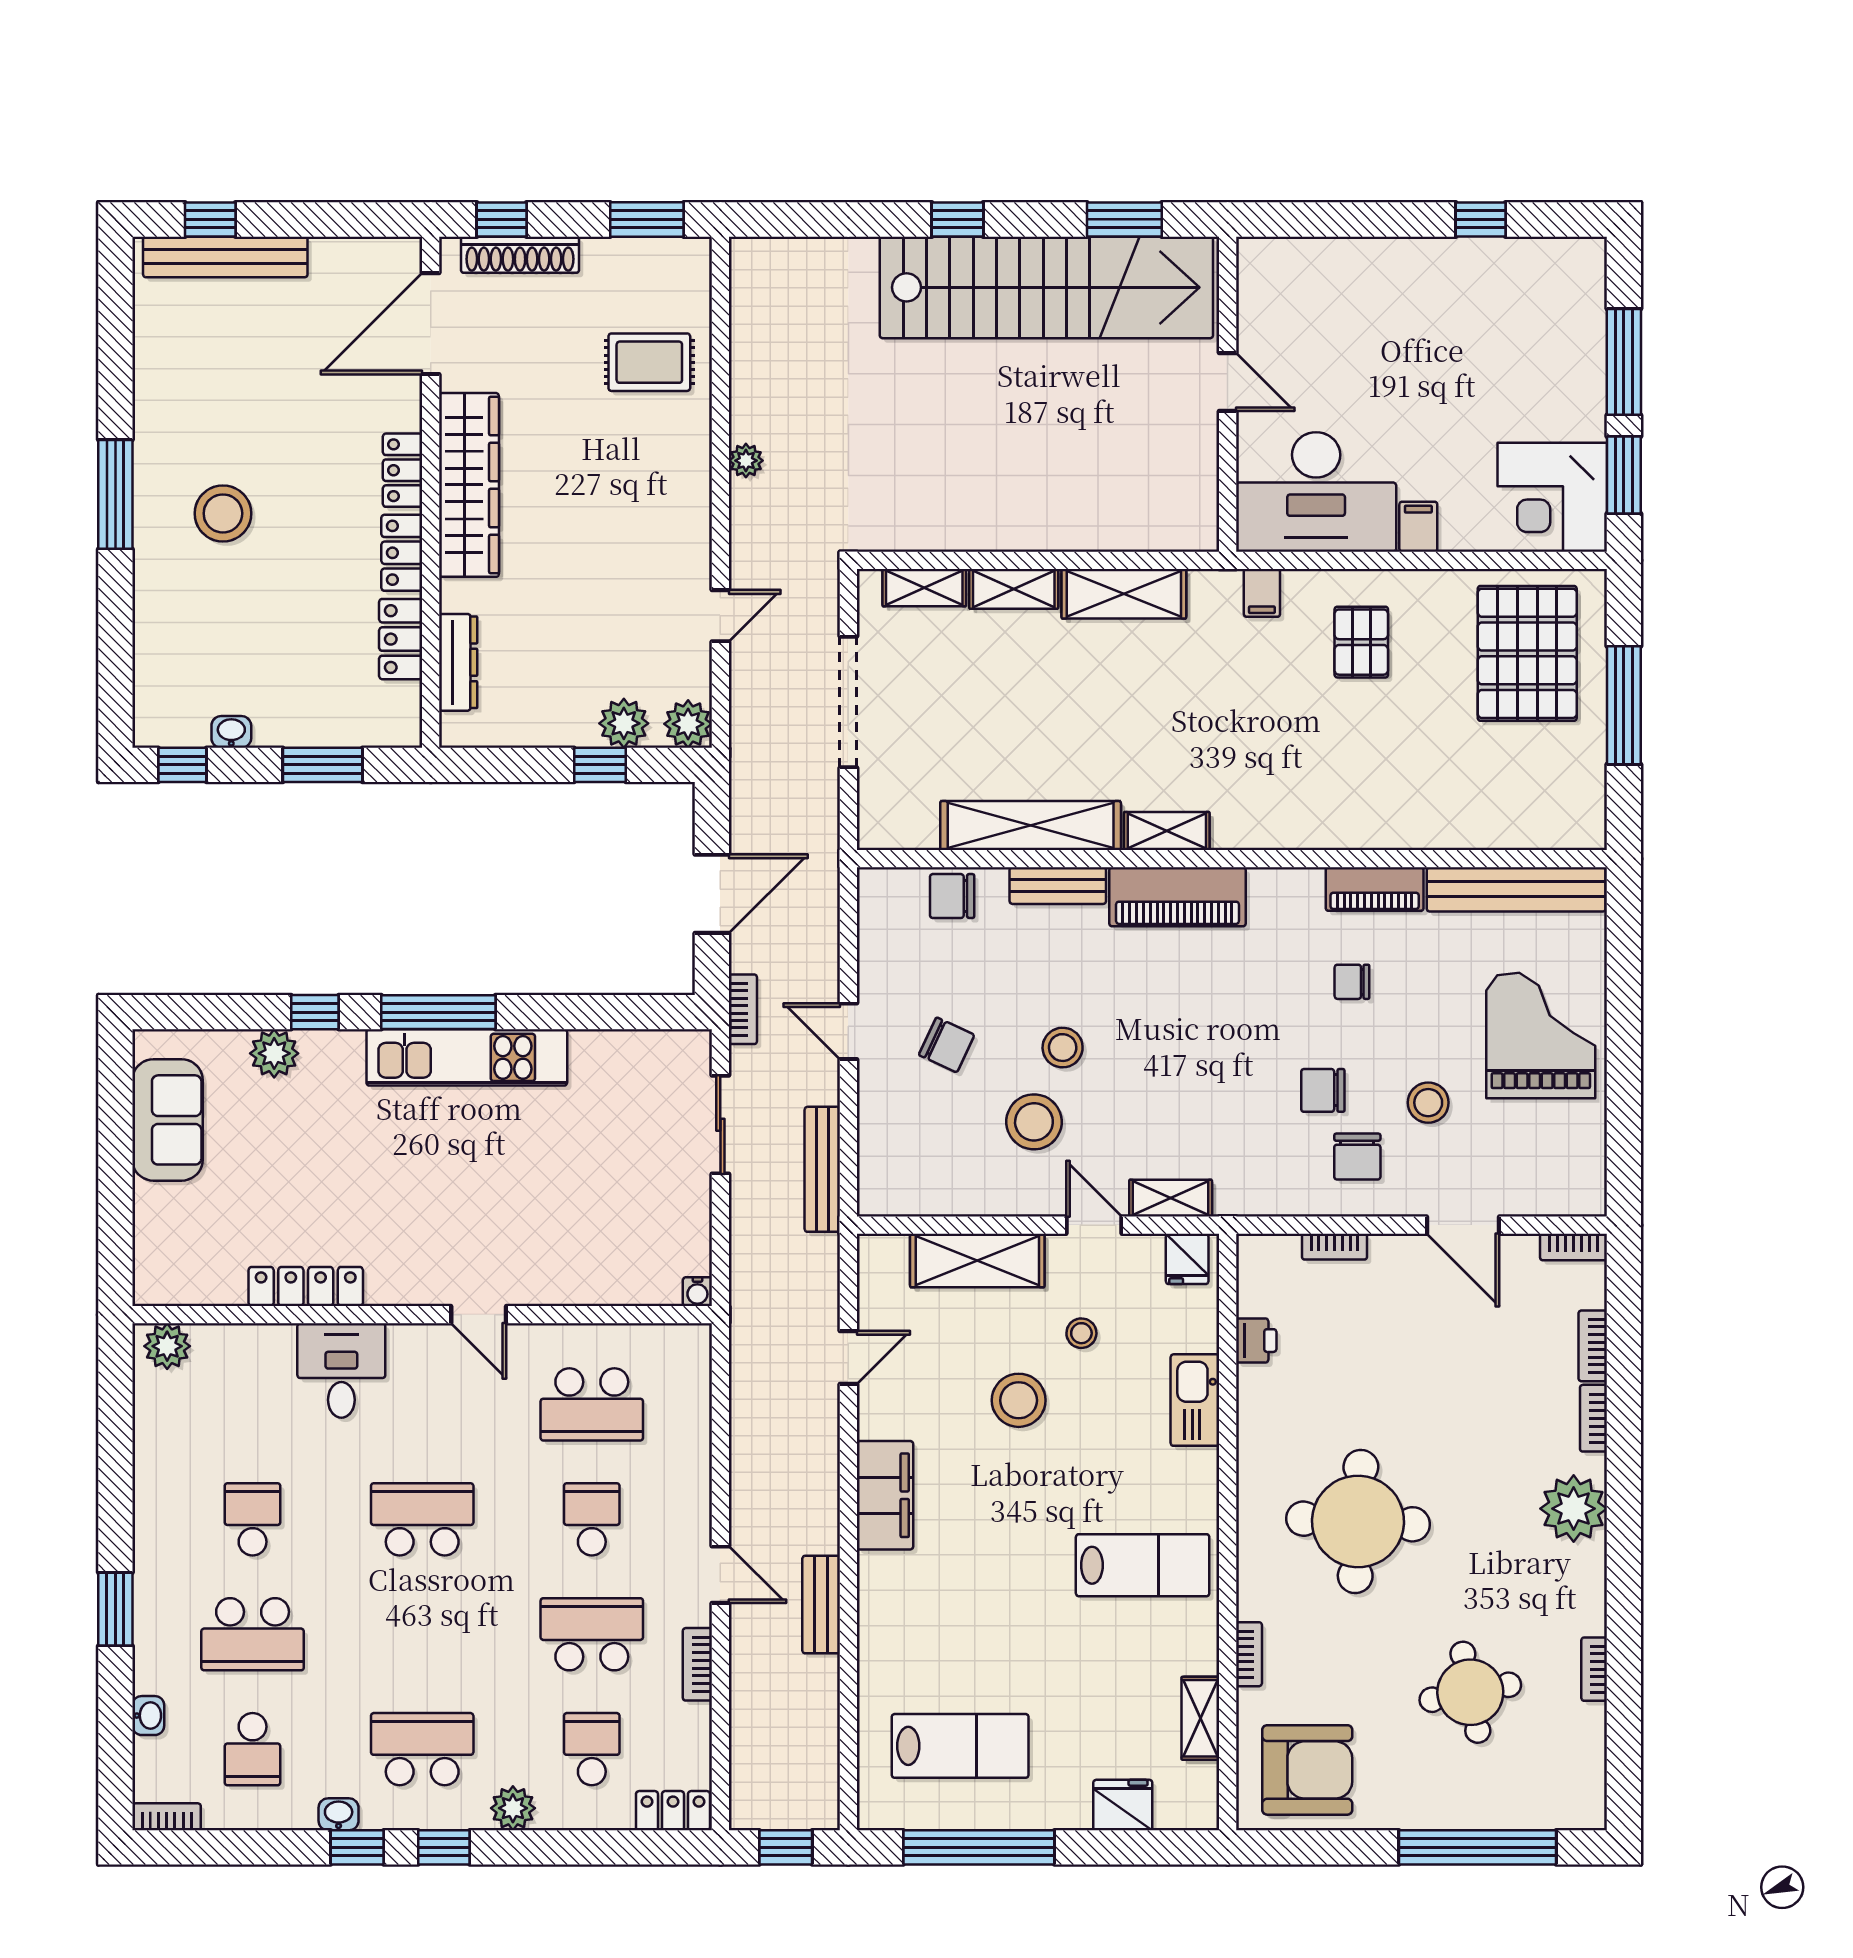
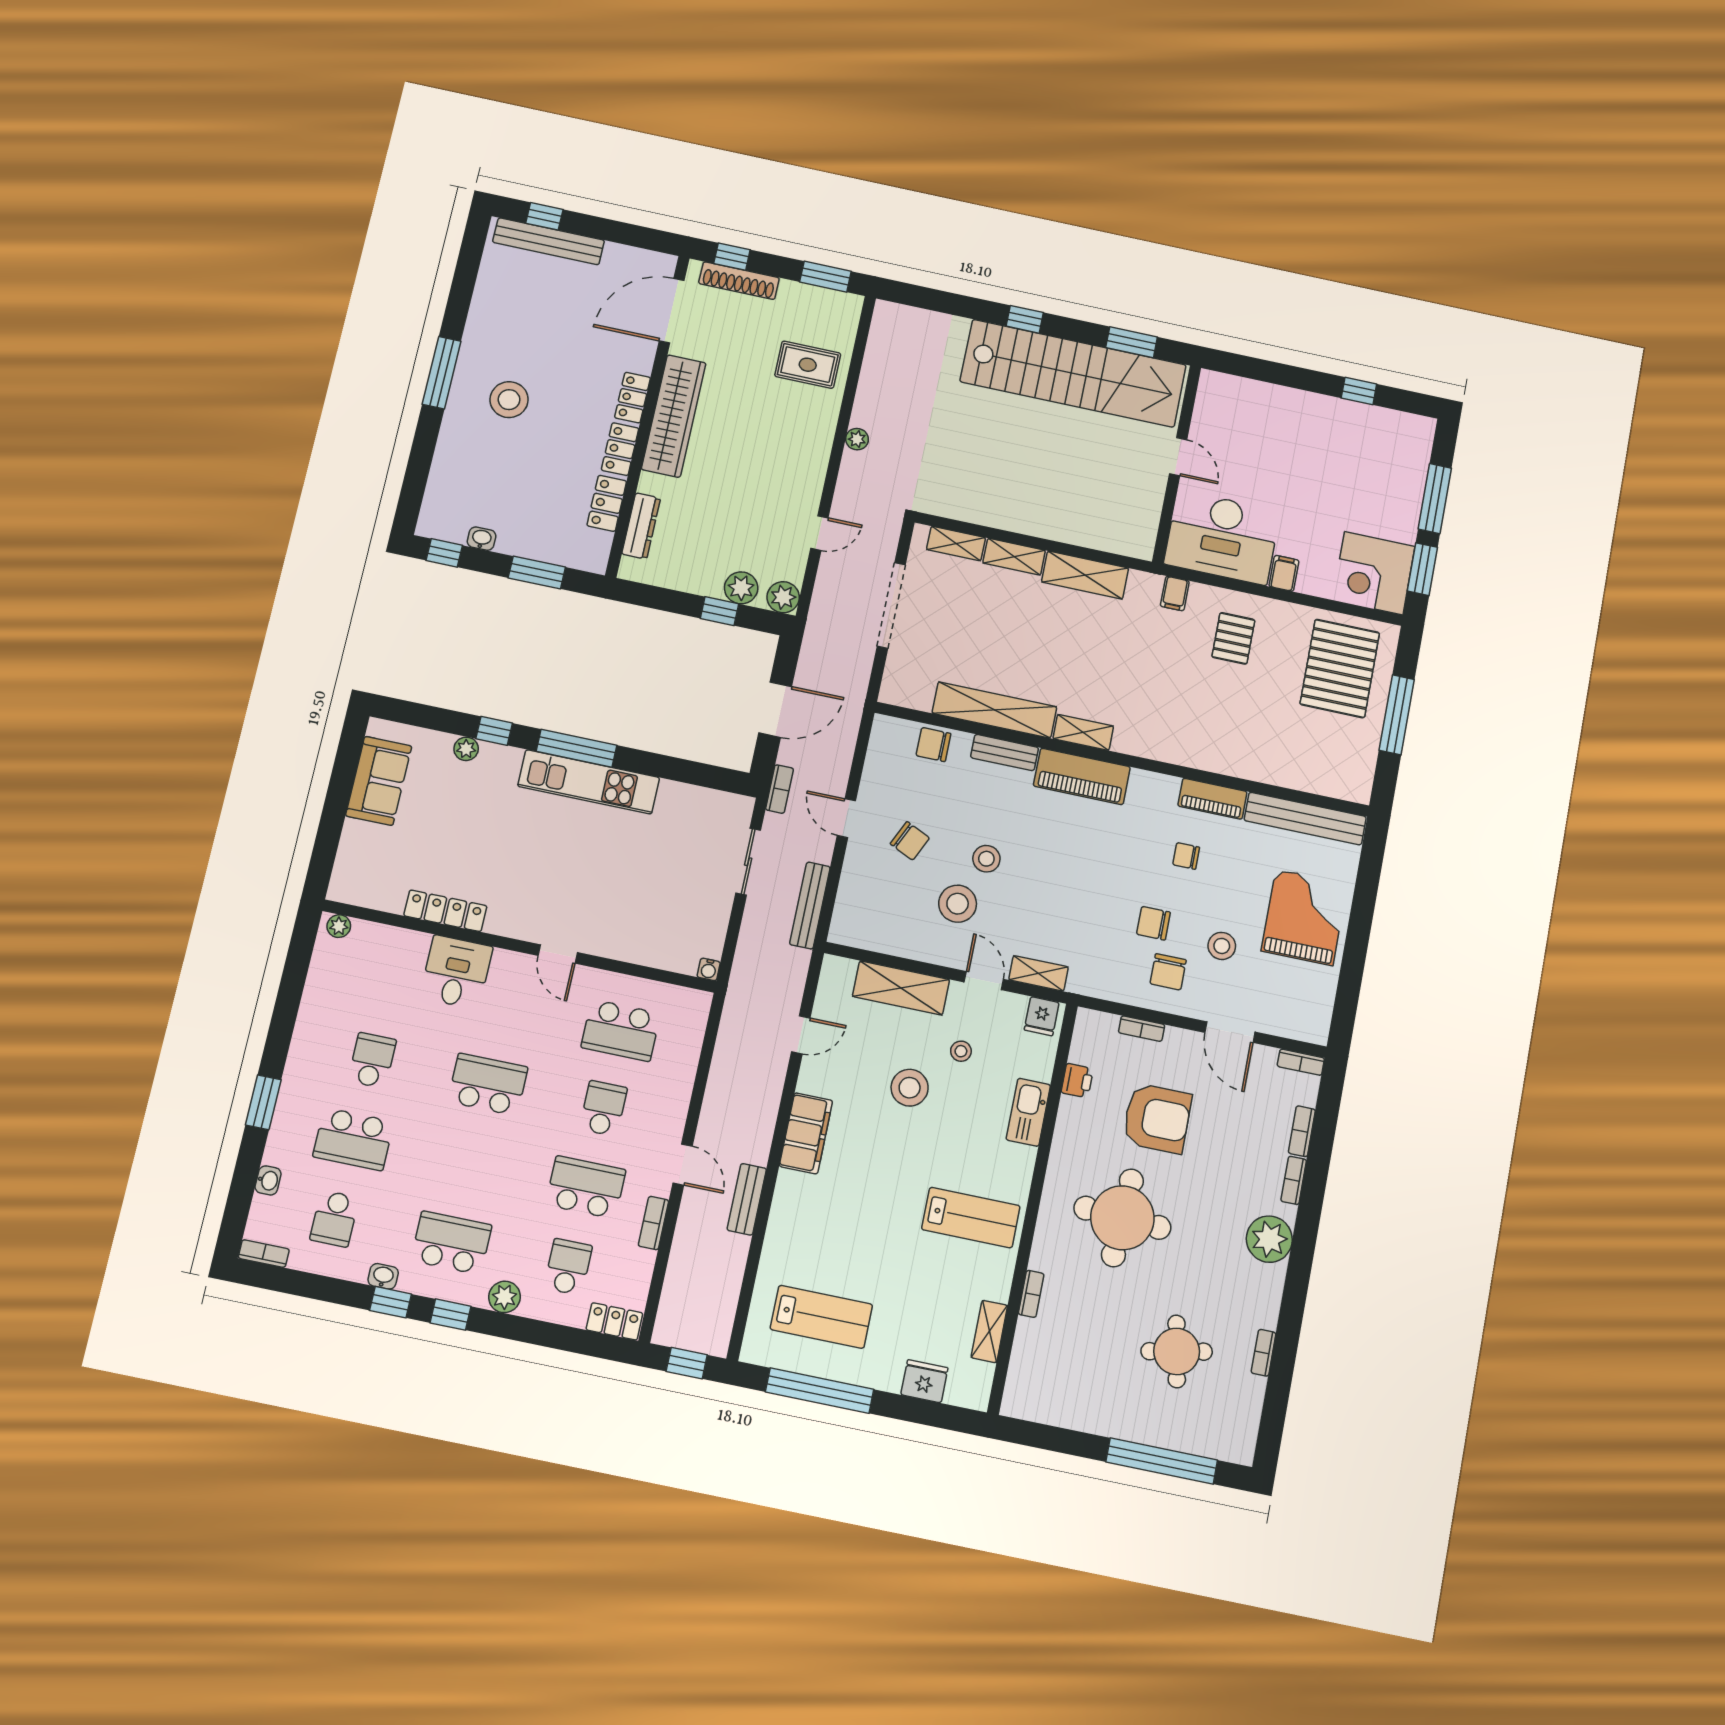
plant: (274, 1053) -> (466, 749), width x0.73, depth x0.73
plant: (167, 1346) -> (339, 926), width x0.73, depth x0.73
armchair: (1307, 1770) -> (1157, 1118), moved

